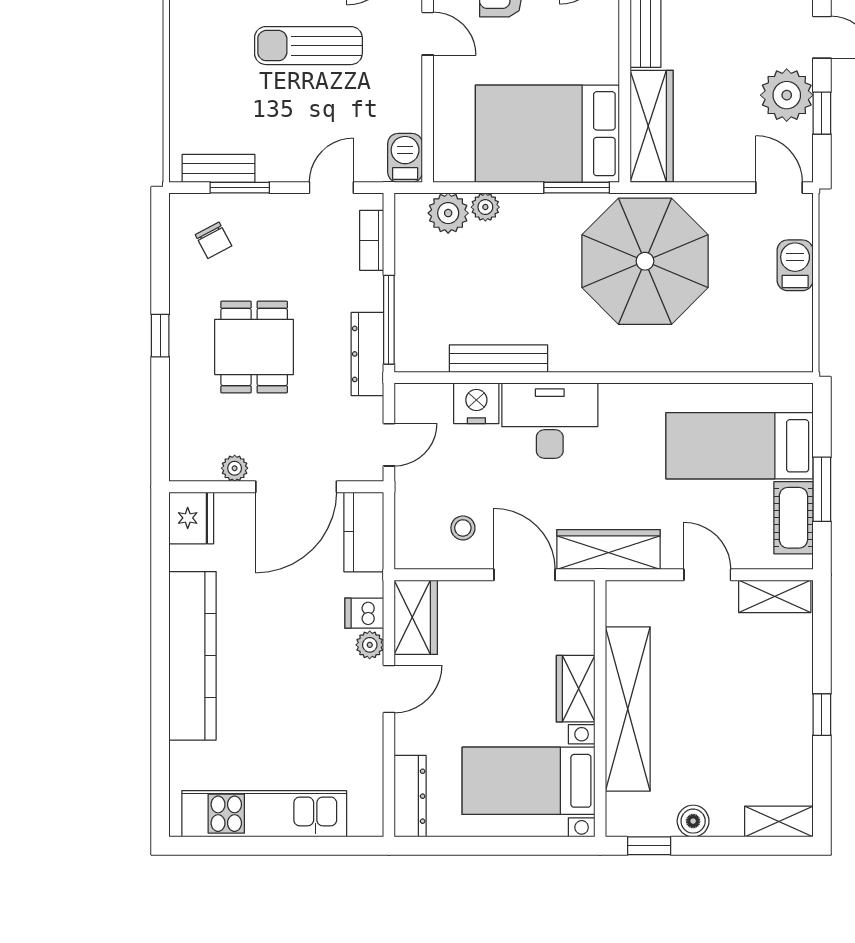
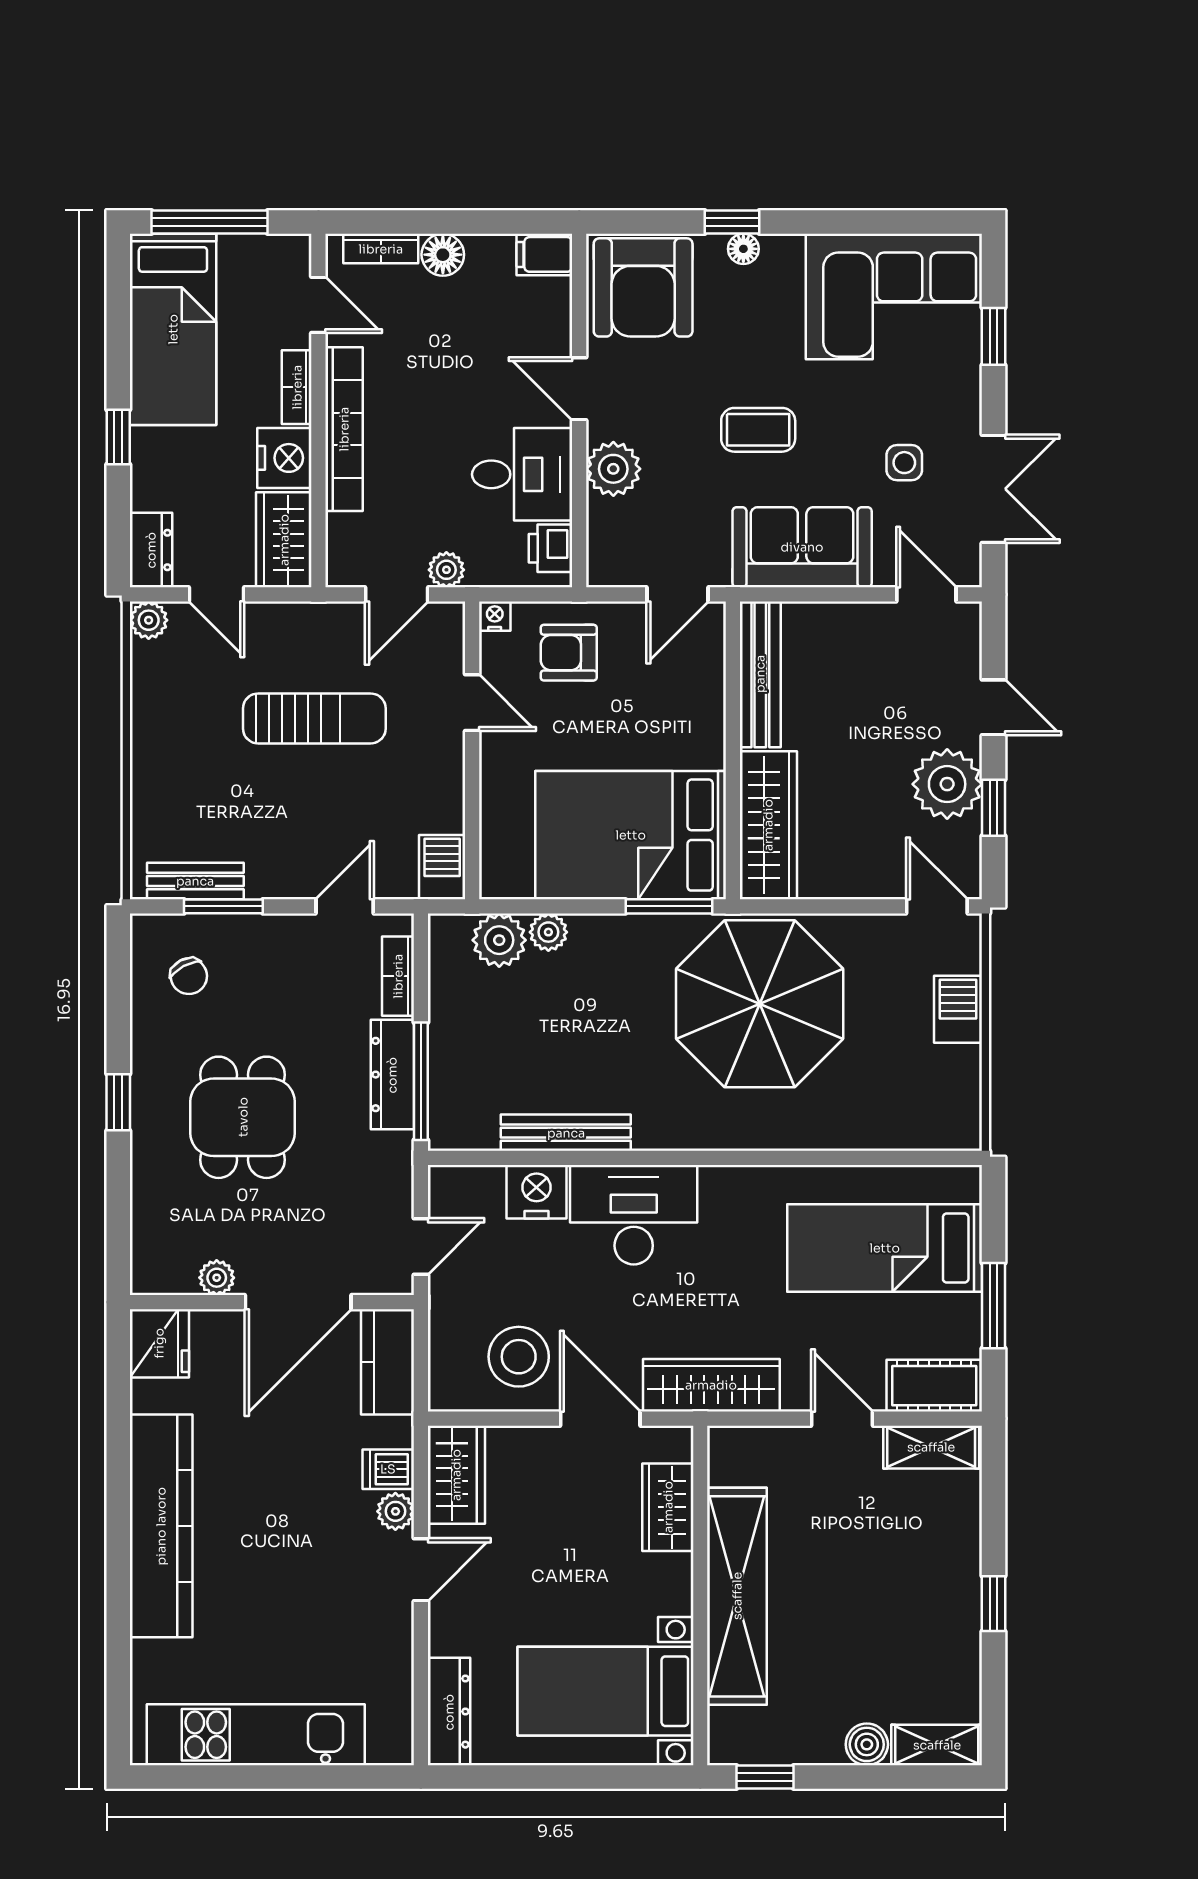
sun lounger: (308, 46) -> (314, 718), turned 180
dresser: (367, 354) -> (392, 1075), moved
cot: (793, 518) -> (934, 1386), moved, turned 90
stool: (463, 528) -> (519, 1357), width x1.89, depth x1.89
wardrobe: (576, 689) -> (668, 1507), moved
boiler: (693, 821) -> (867, 1744), moved

